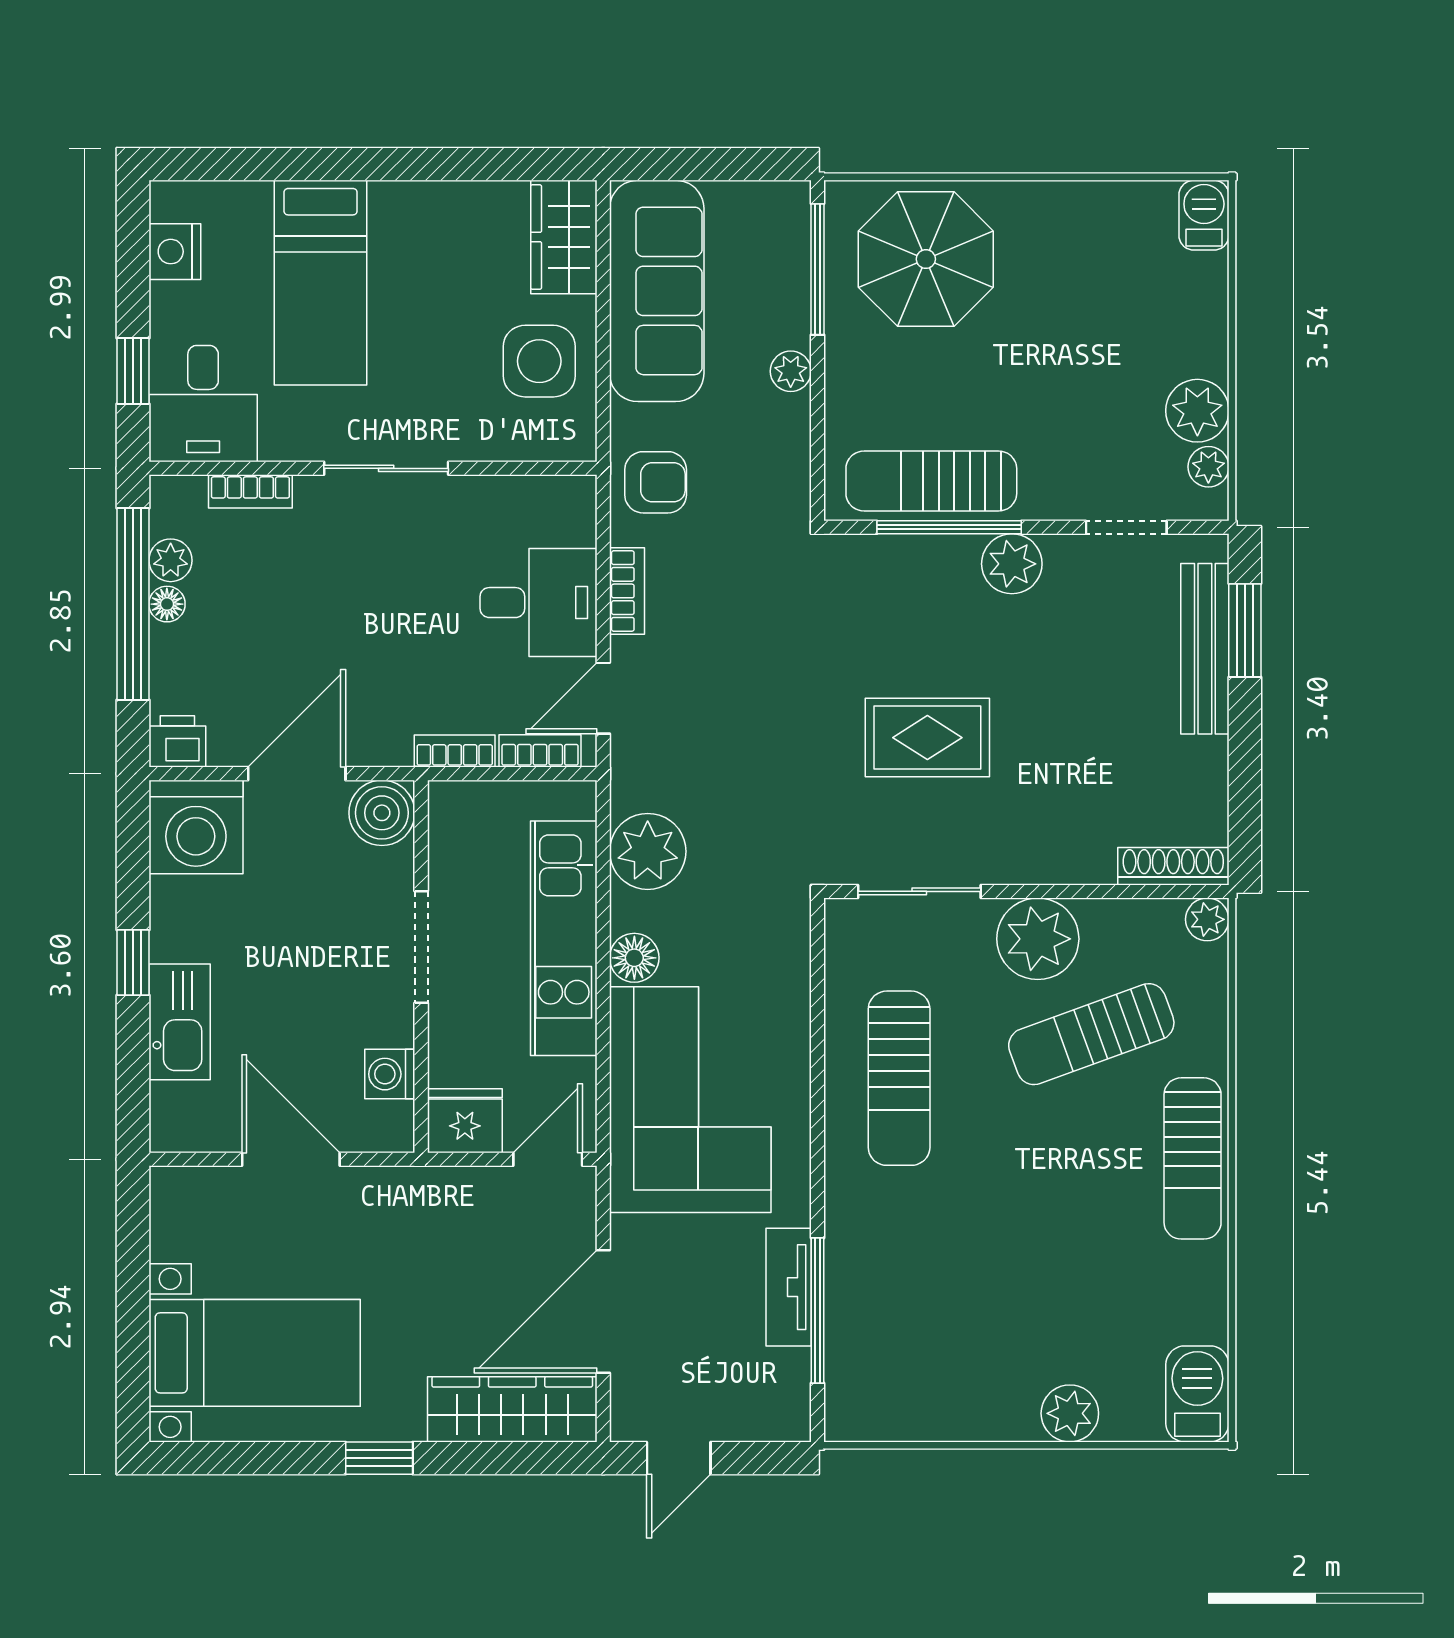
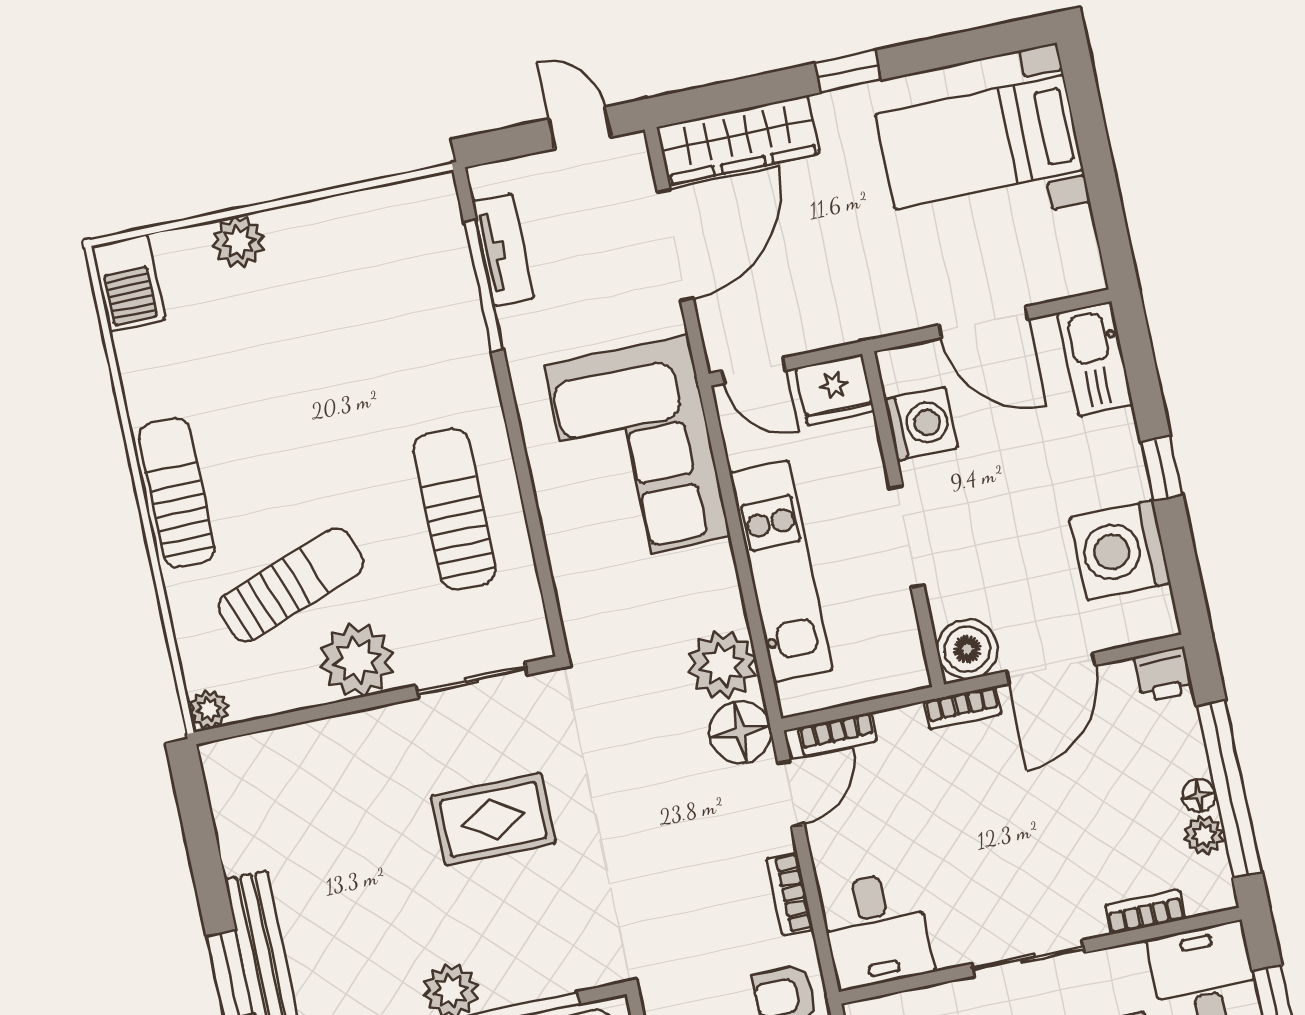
desk: (539, 603) -> (876, 930), moved, turned -90
bookcase: (455, 751) -> (963, 708), moved
washing machine: (196, 827) -> (1120, 550), moved, turned -90
shoe rack: (1173, 866) -> (249, 751), removed
floor lamp: (634, 958) -> (740, 732), moved, width x1.38, depth x1.38
kitchen sink: (180, 1022) -> (1095, 359), moved
washing machine: (390, 1074) -> (921, 424), width x1.38, depth x1.38
door: (548, 1159) -> (754, 371), hinge flipped
tv unit: (789, 1287) -> (503, 250), moved
door: (679, 1458) -> (580, 128), hinge flipped

